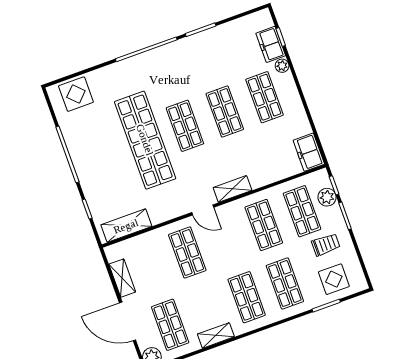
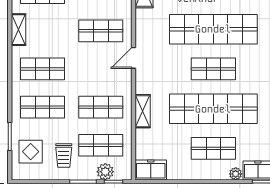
shop shelf: (225, 112) -> (213, 109), width x2.00, depth x1.36
shelving: (232, 189) -> (143, 111), moved

